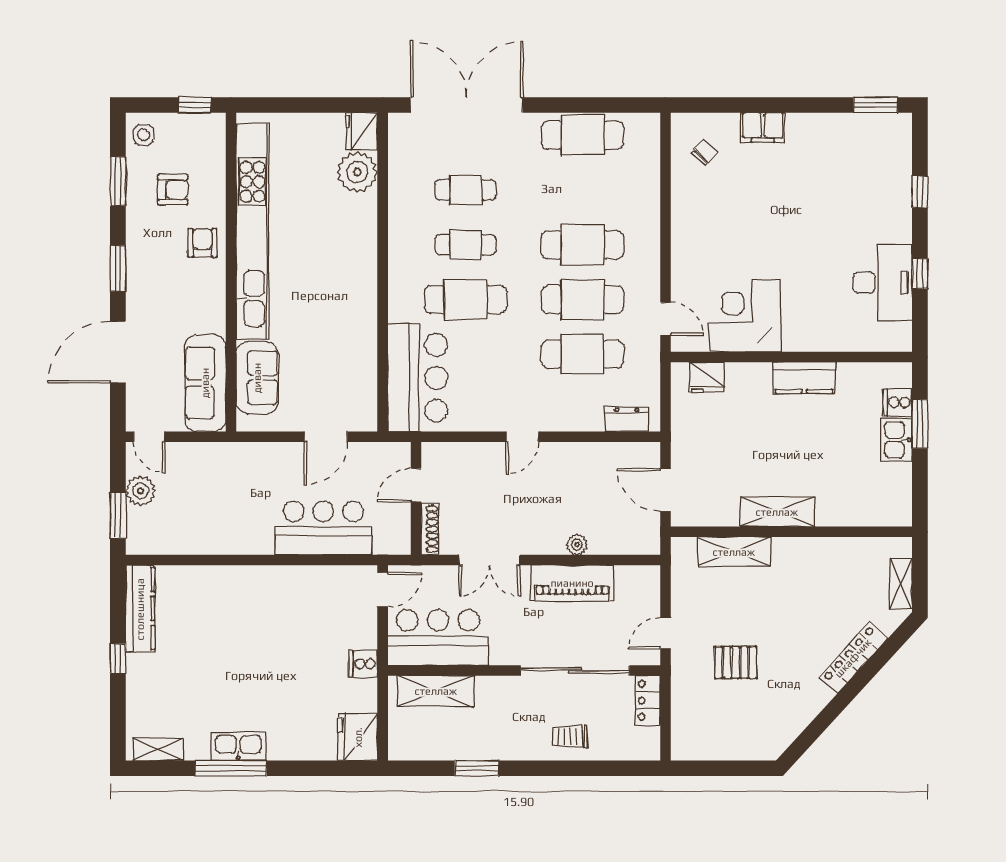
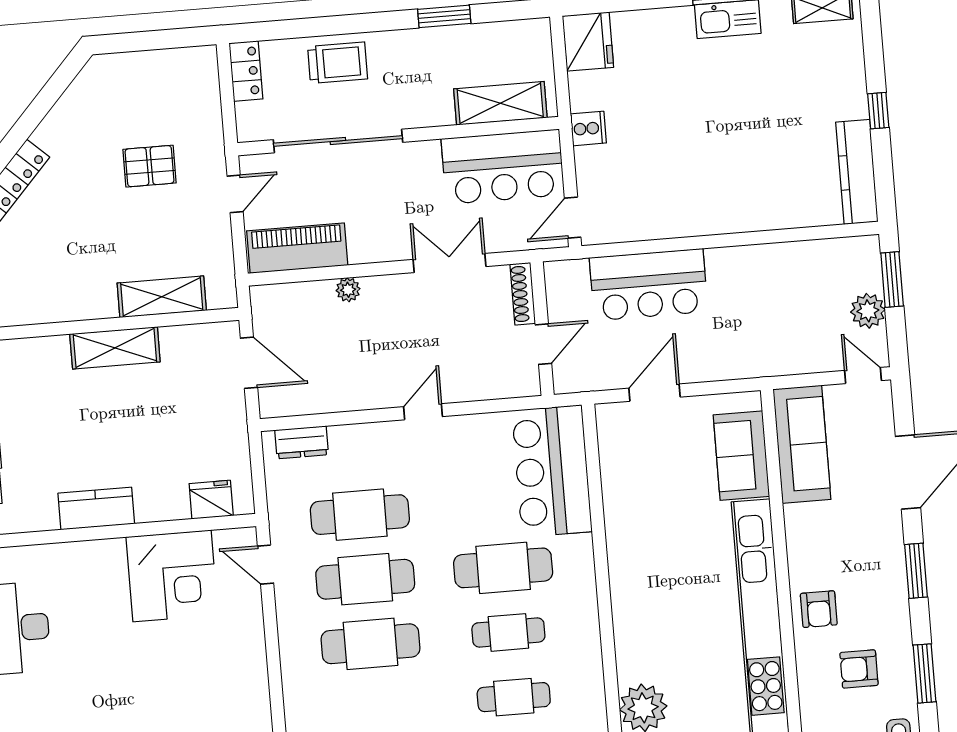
piano: (572, 583) -> (297, 248), moved
locker: (648, 700) -> (246, 71), moved
trolley: (570, 737) -> (338, 63), width x1.36, depth x1.39

